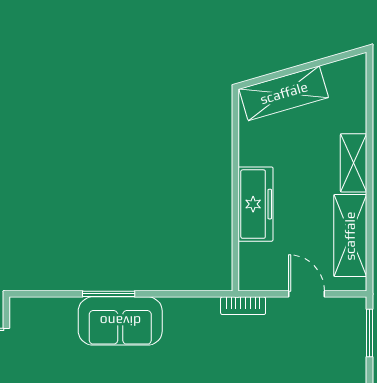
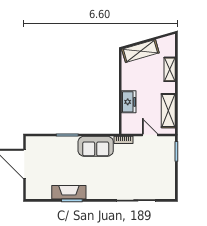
shelving: (354, 163) -> (170, 69), moved
freezer: (256, 204) -> (129, 102), width x0.71
sofa: (120, 321) -> (96, 146), moved

